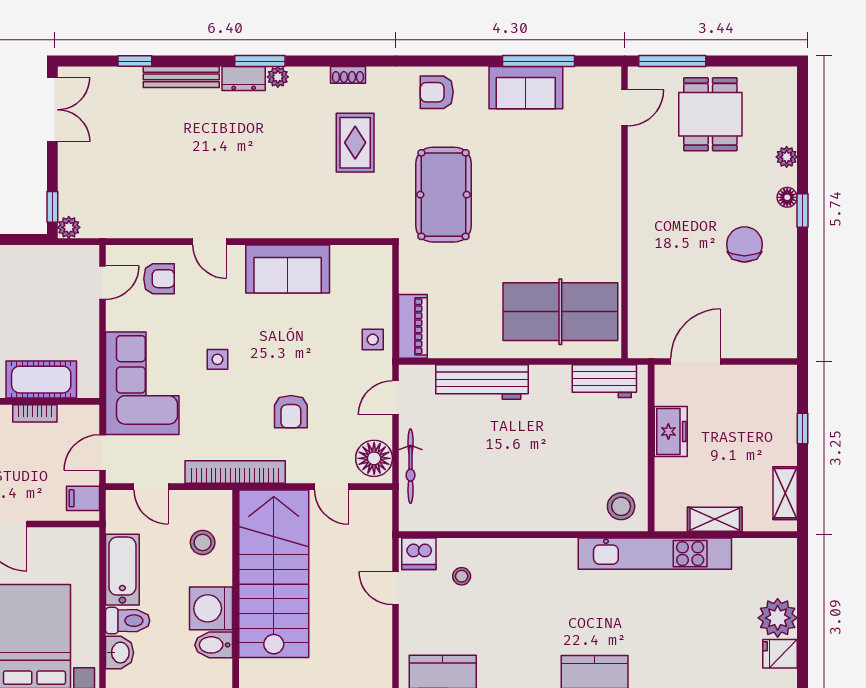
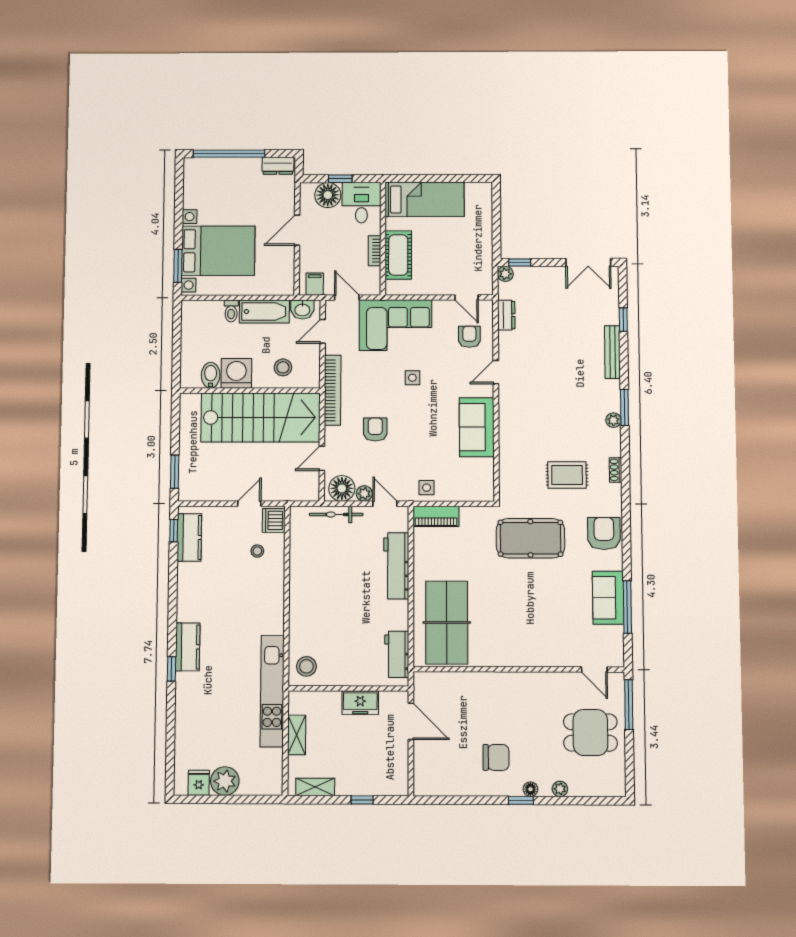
dresser: (244, 78) -> (506, 315), moved, turned 180
armchair: (437, 92) -> (604, 533), width x1.38, depth x1.38
armchair: (159, 279) -> (469, 337), turned 180
armchair: (291, 412) -> (375, 429), turned 90
plant: (381, 427) -> (364, 494), added
toilet: (128, 621) -> (231, 311), width x0.73, depth x0.72
washbasin: (120, 653) -> (302, 309), moved

